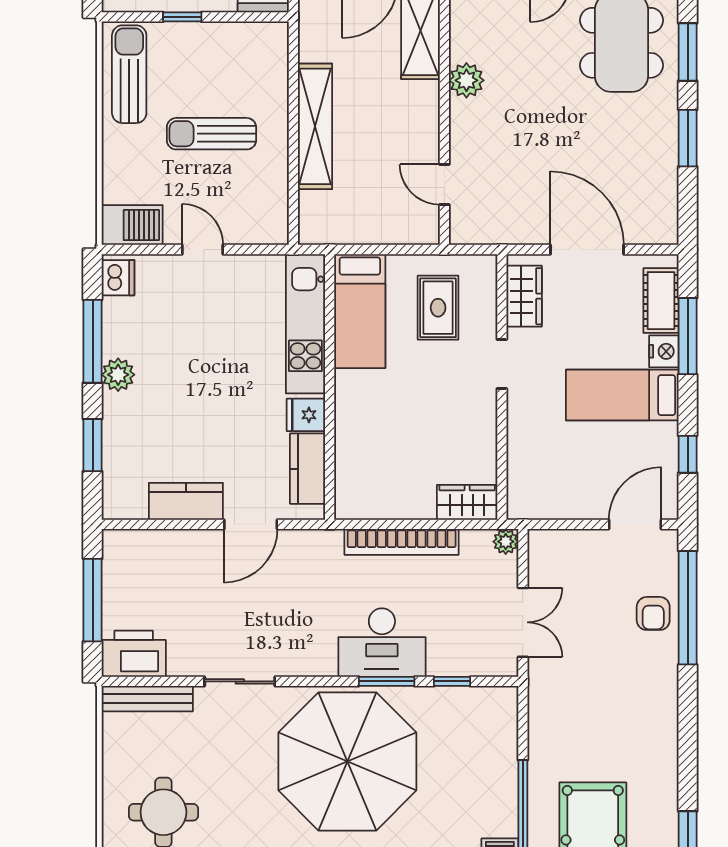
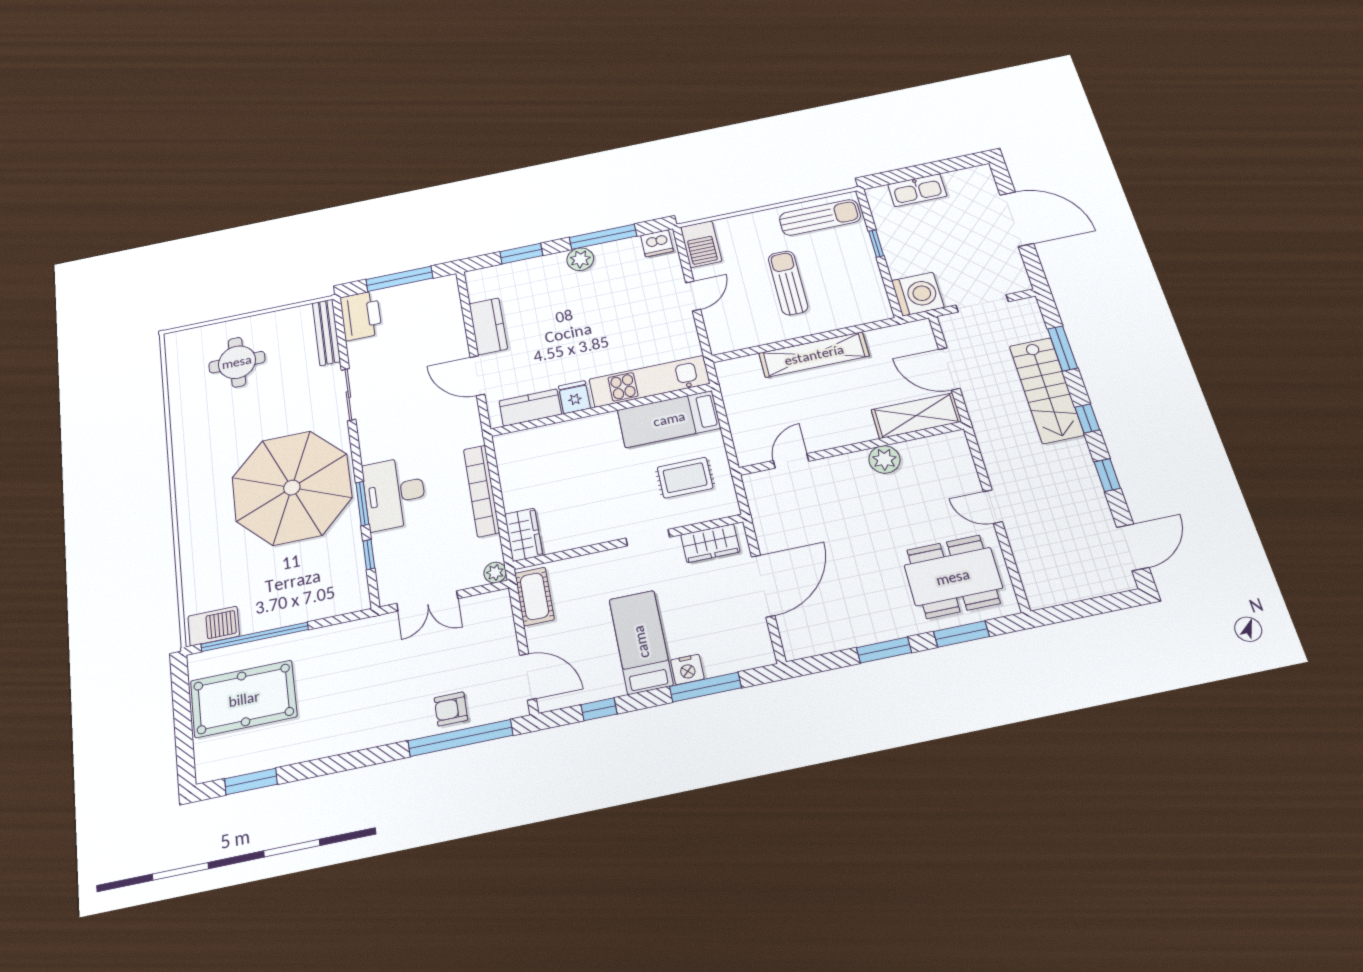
cot: (661, 301) -> (534, 596), moved, turned 90

